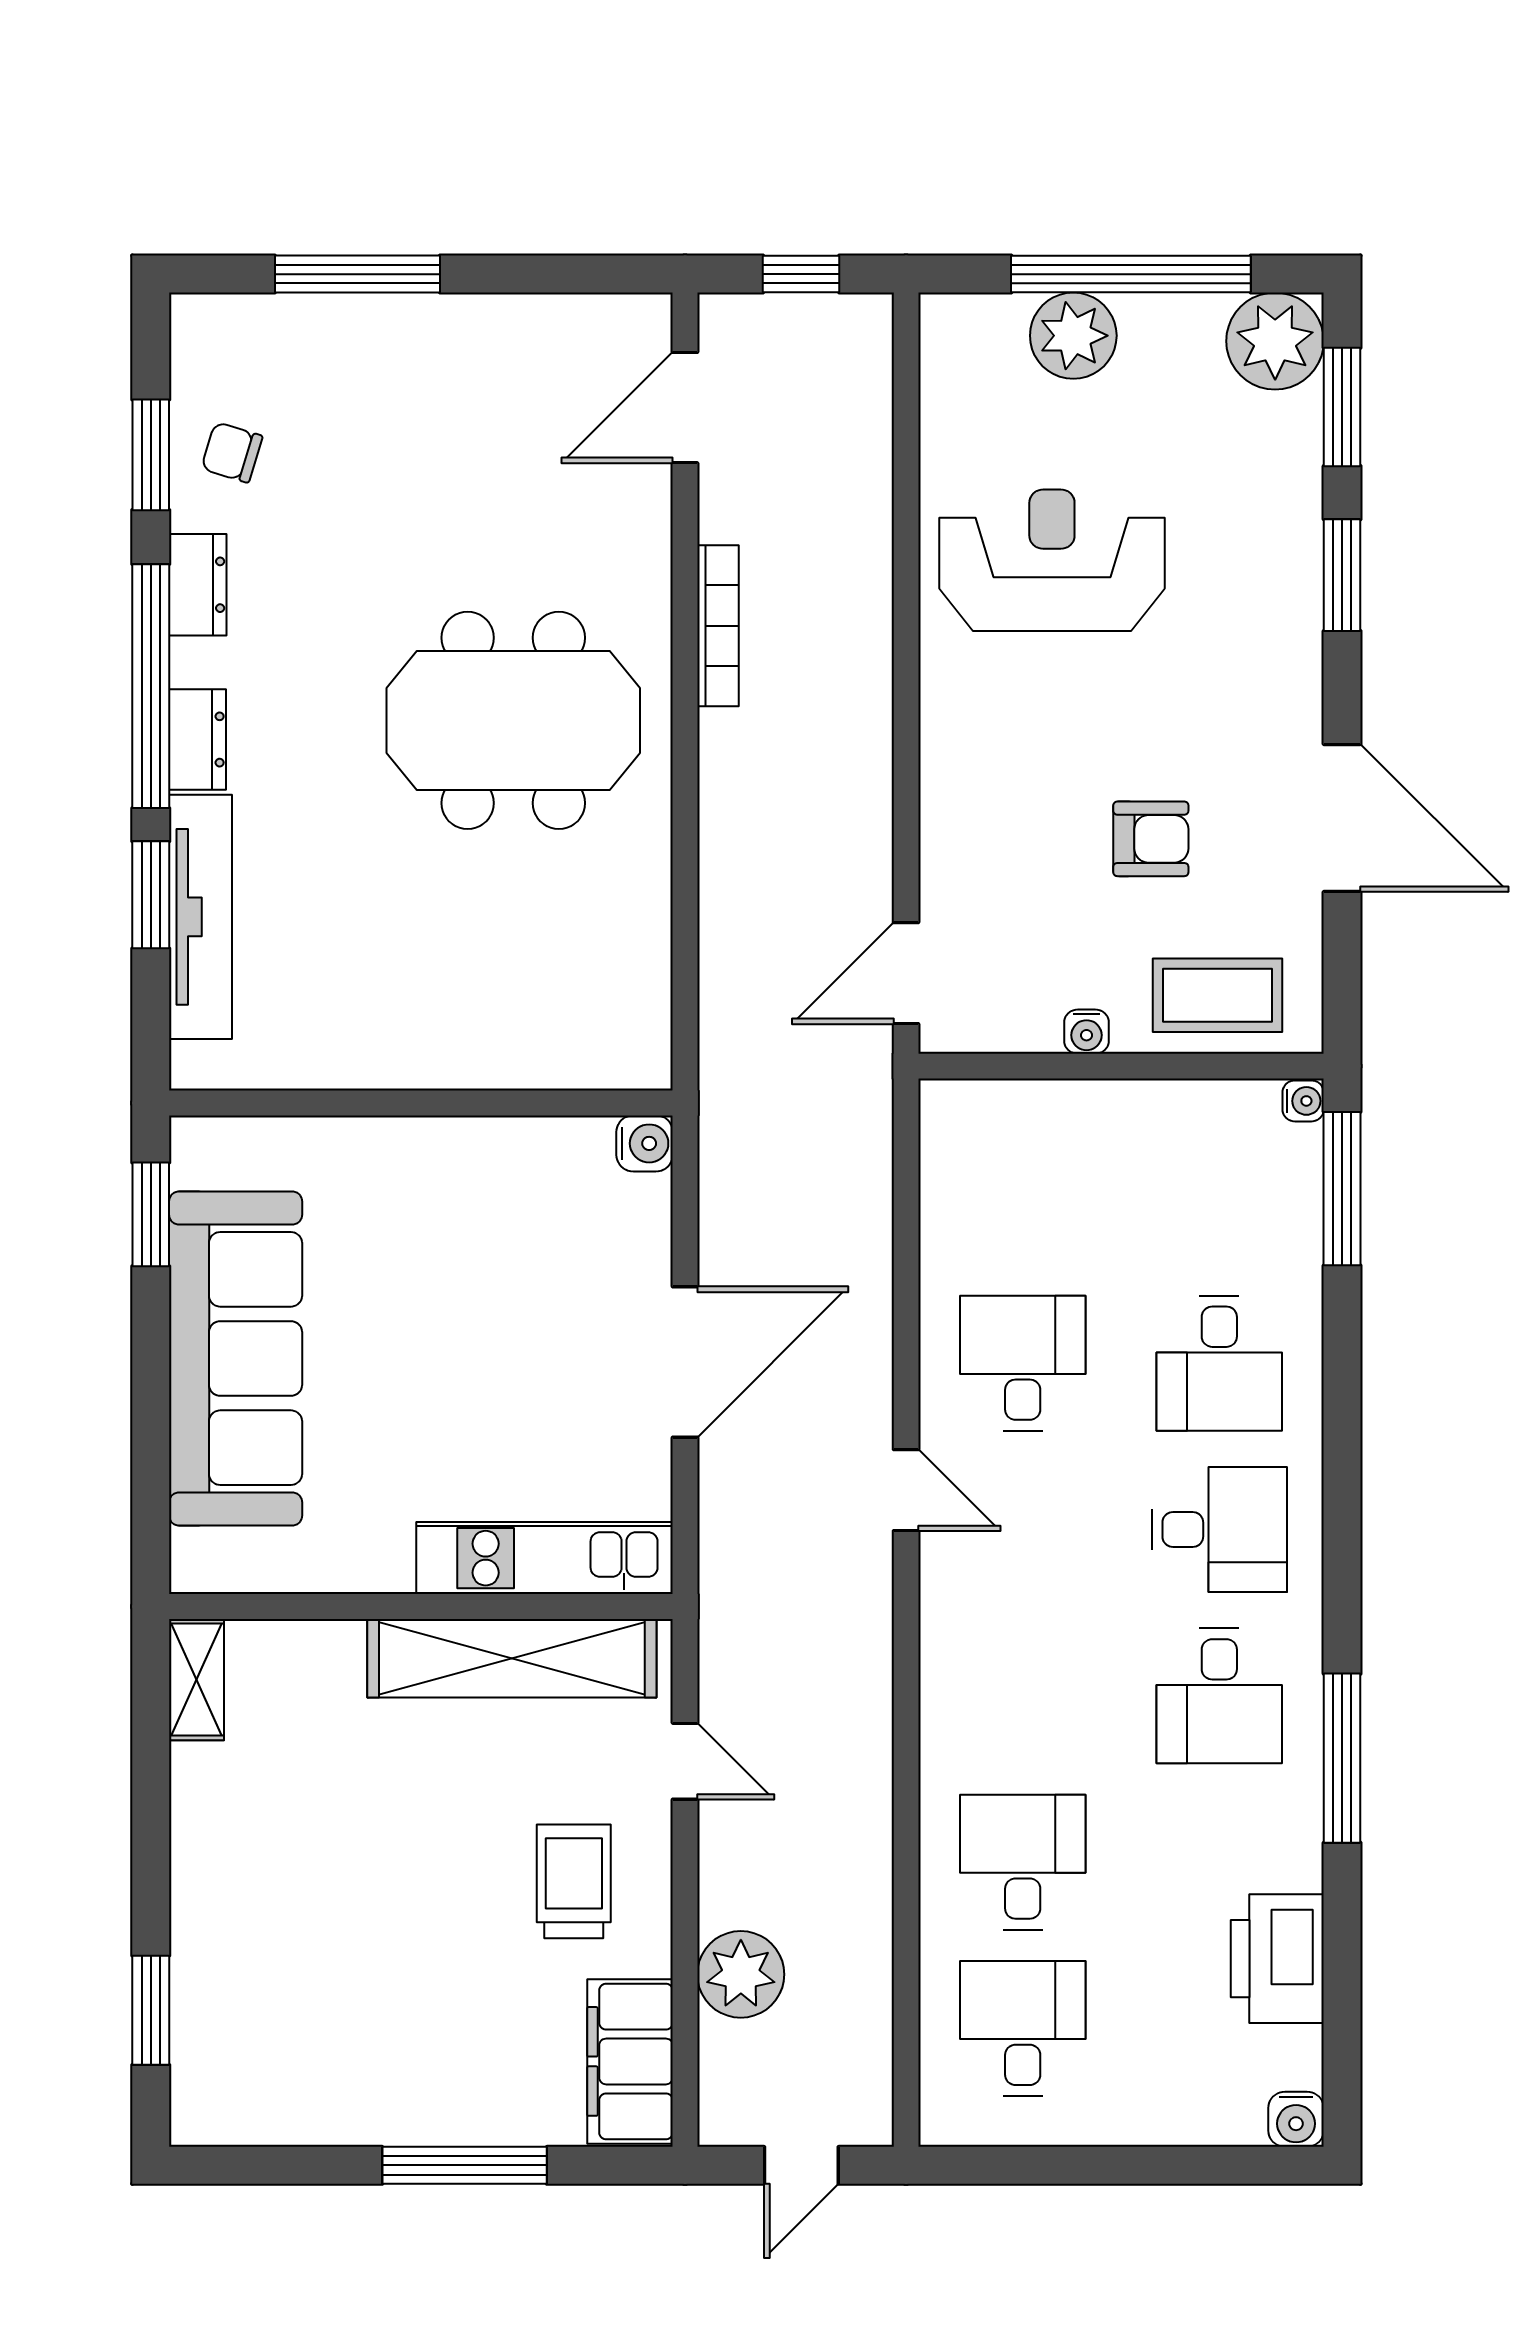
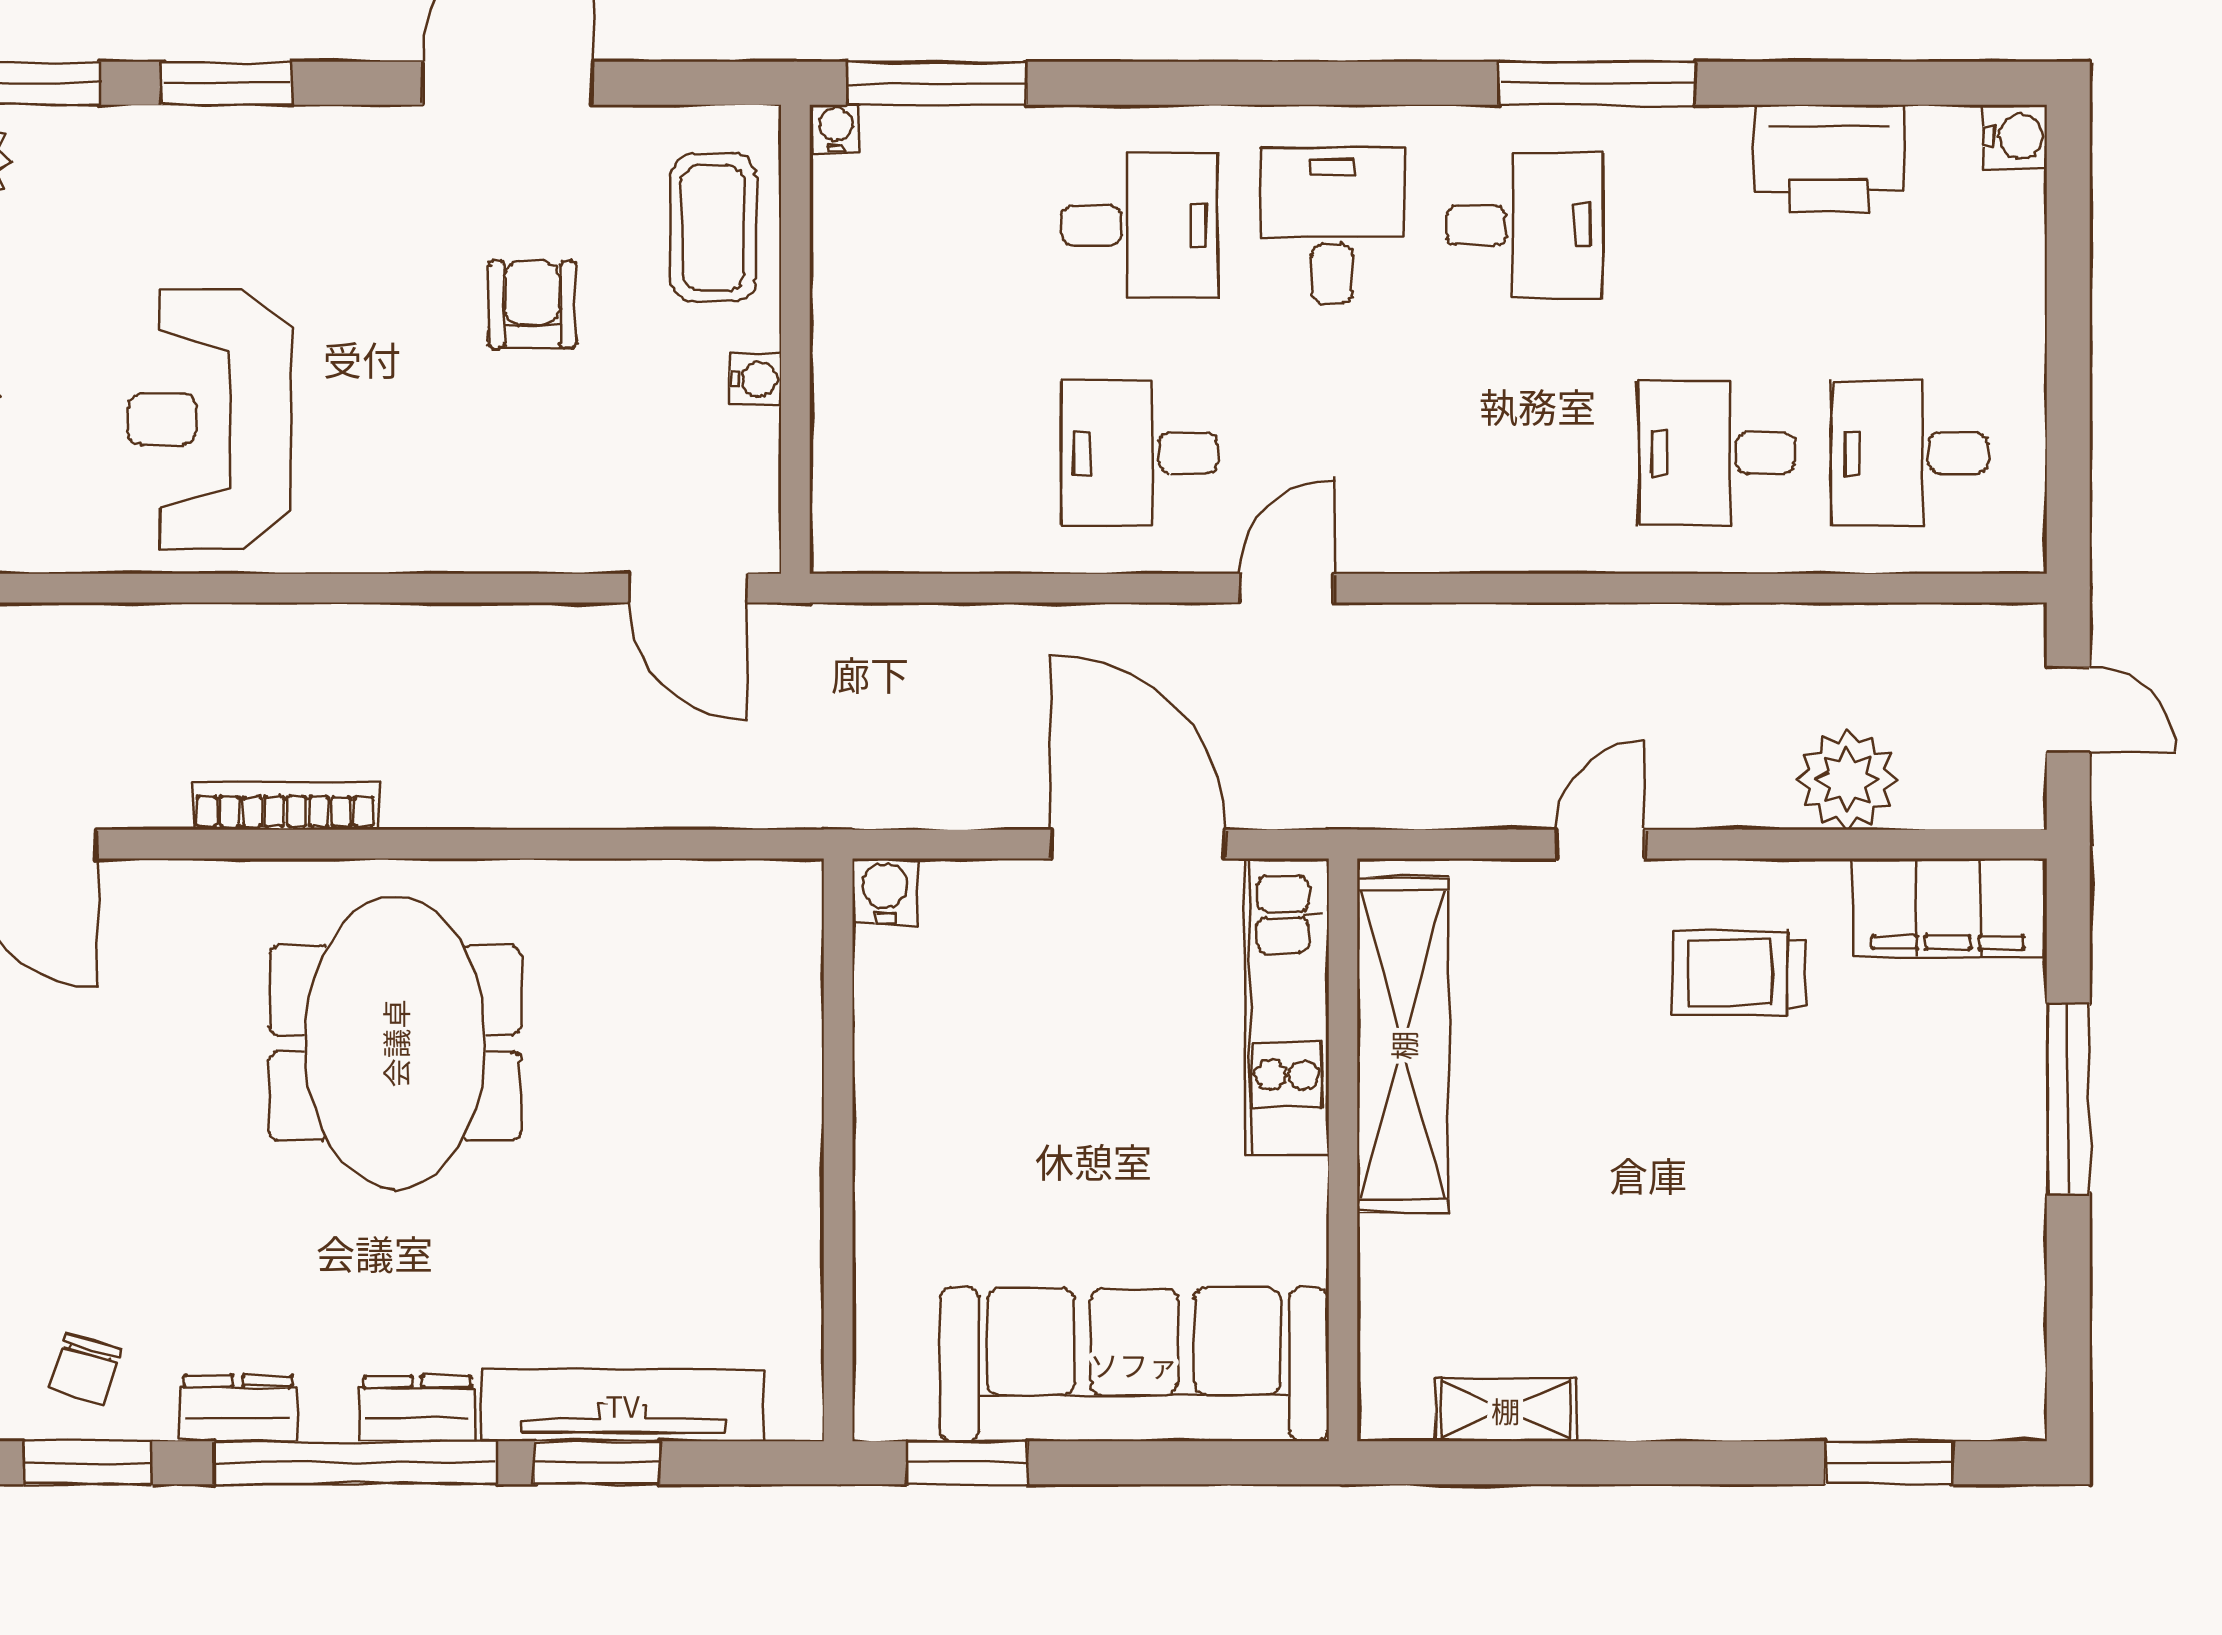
kitchen unit: (545, 1558) -> (1287, 1007), moved
wall: (421, 1607) -> (1343, 1150), moved
shelving: (512, 1658) -> (1403, 1045), moved

